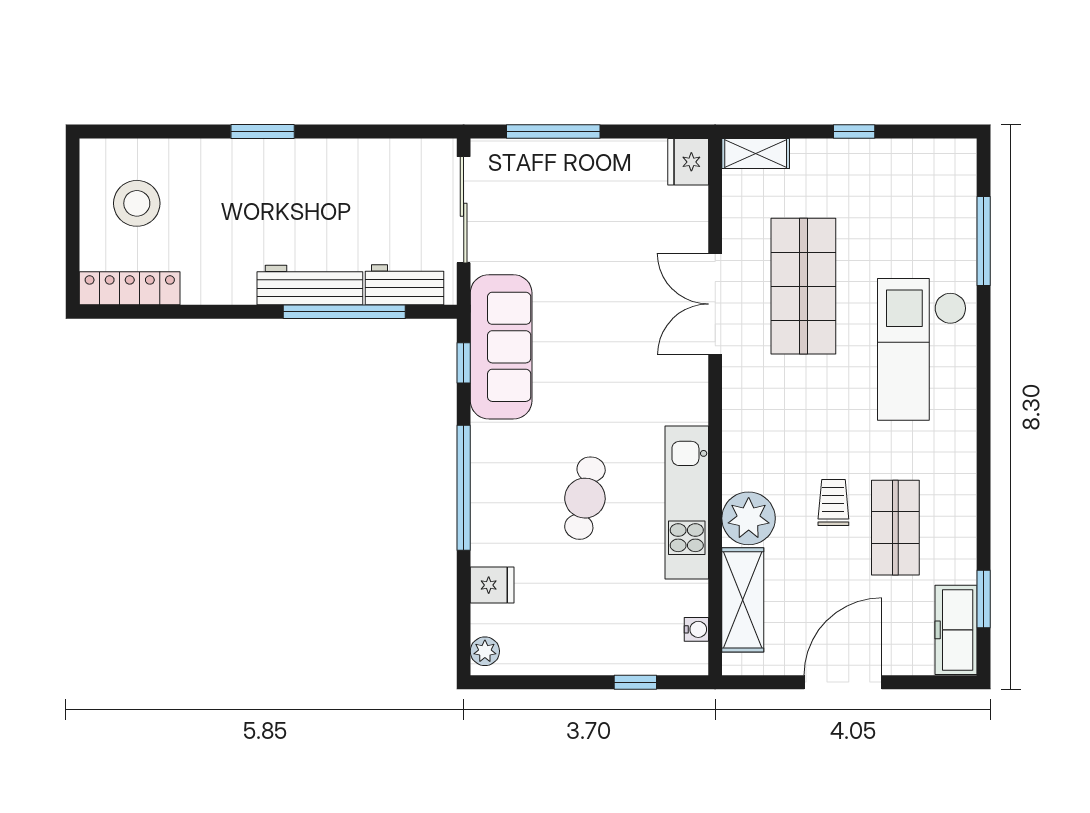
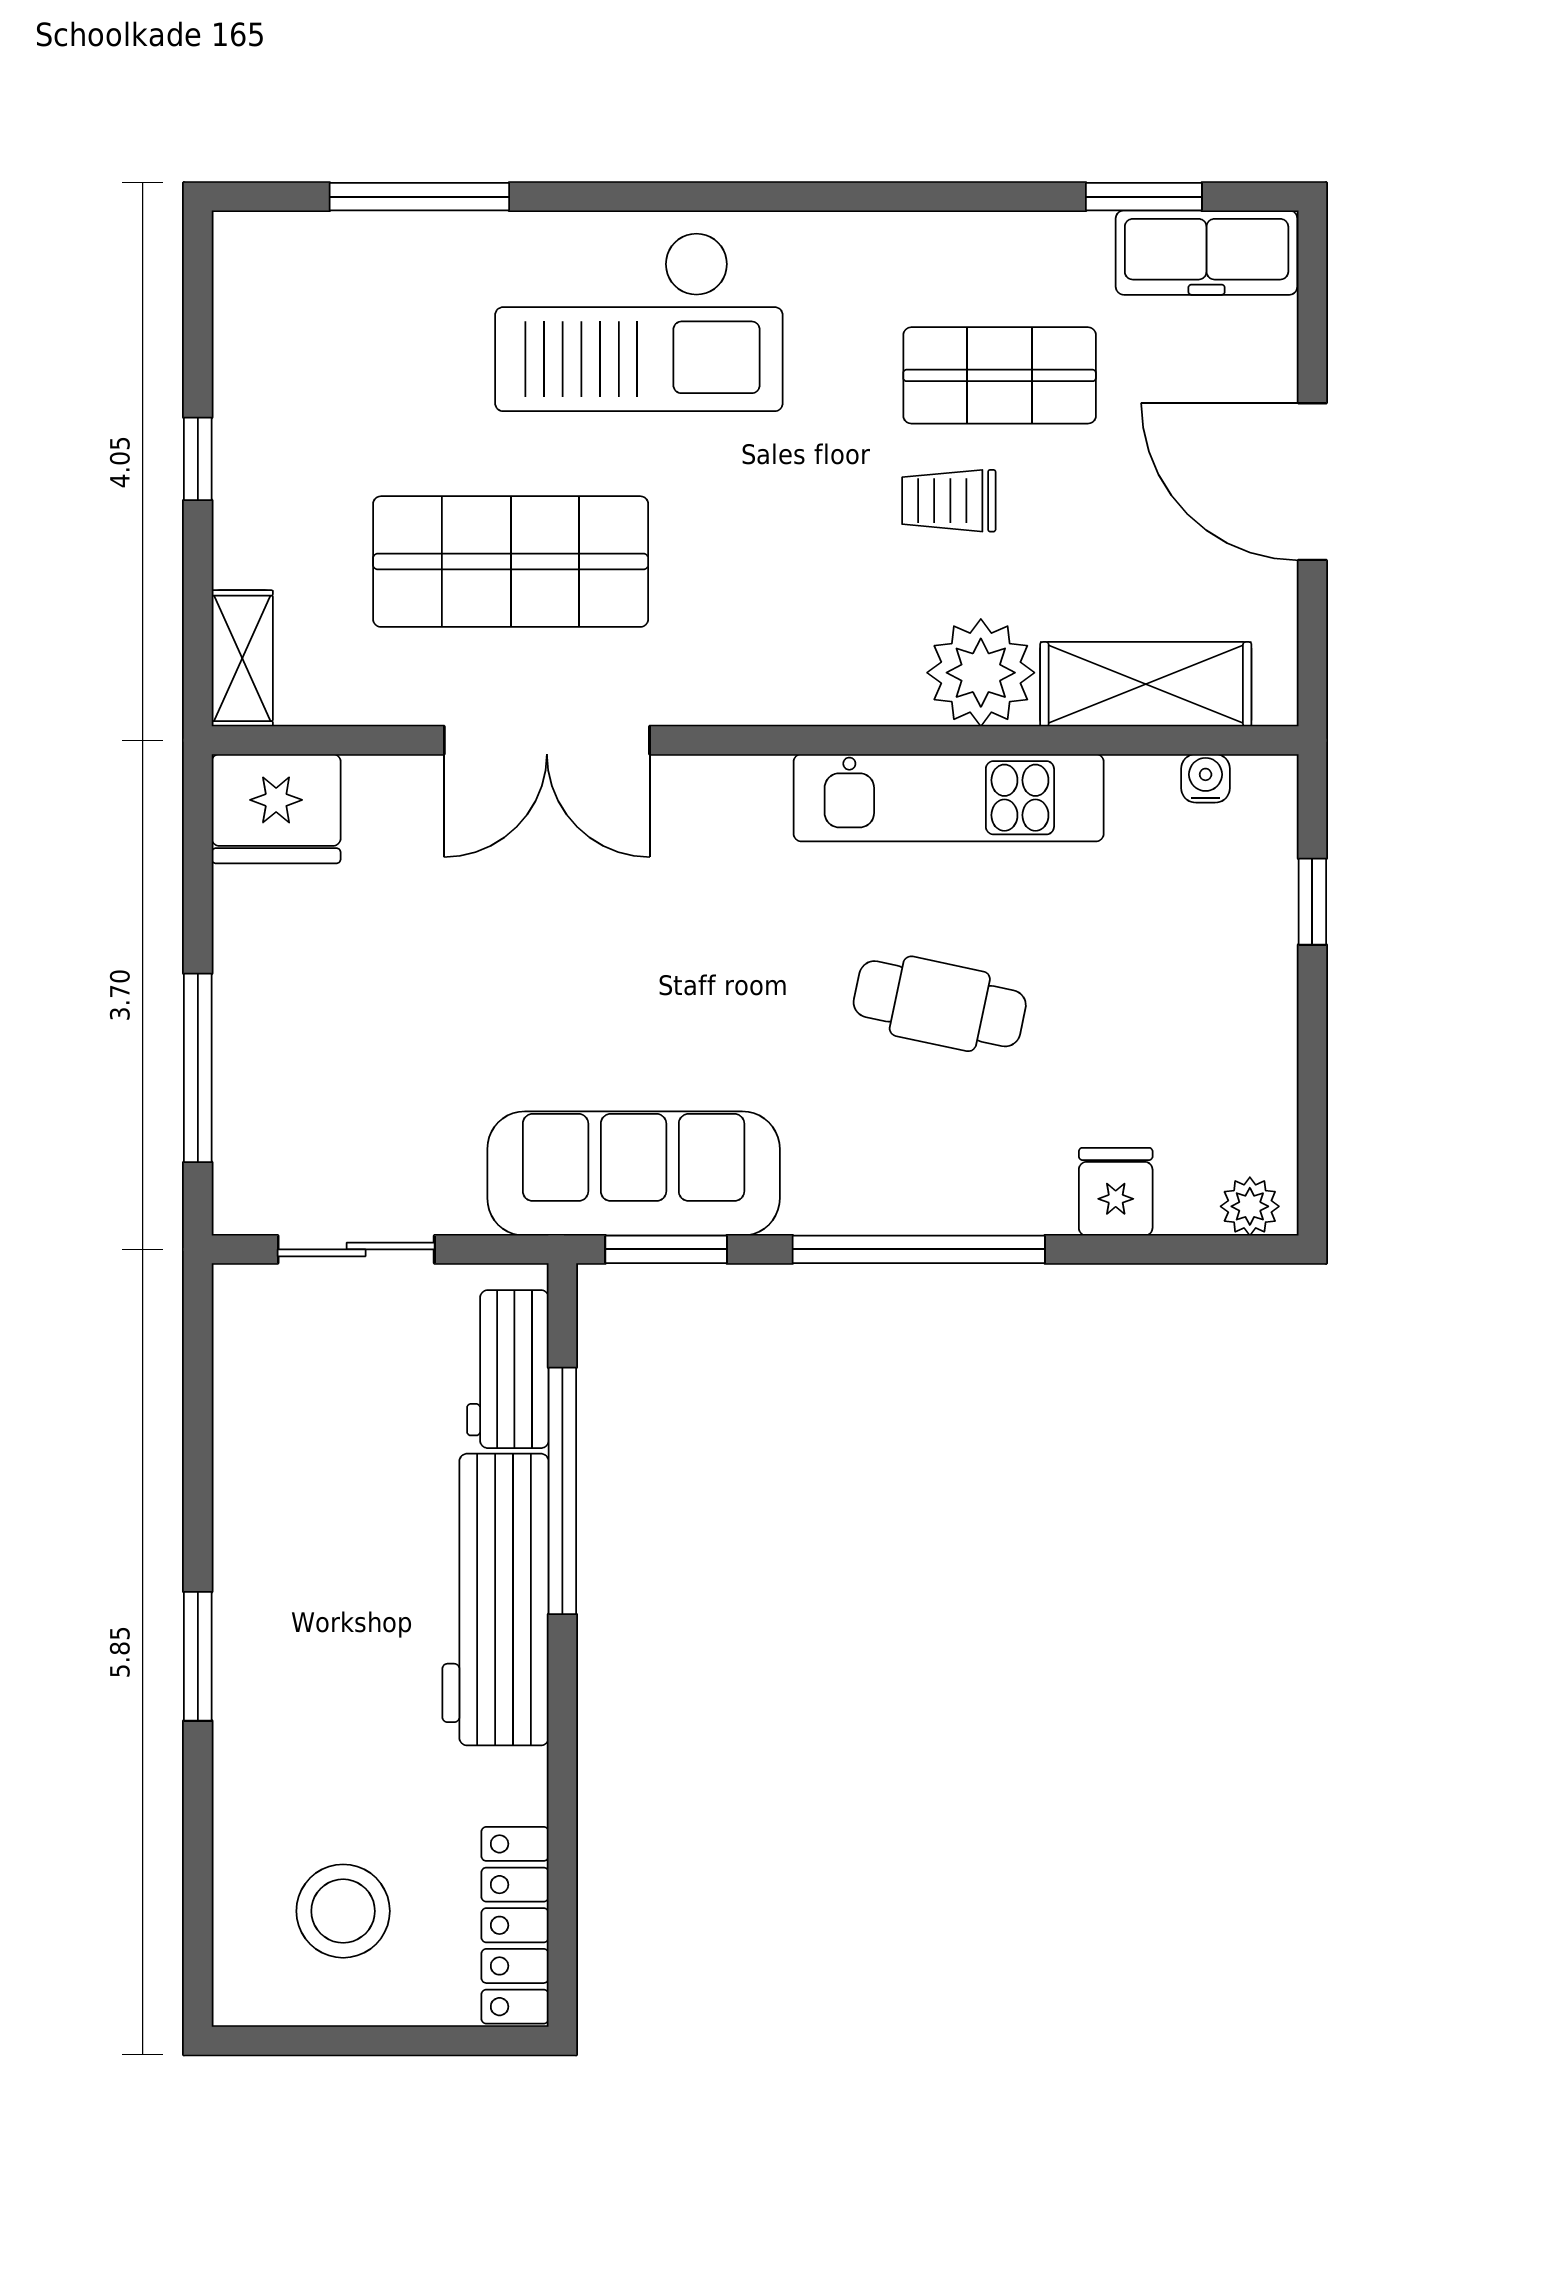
fridge: (688, 162) -> (276, 809), width x1.36, depth x1.34
sliding door: (464, 210) -> (356, 1249), width x0.73
workbench: (310, 285) -> (496, 1600), width x1.36, depth x1.32
window: (464, 363) -> (666, 1249), width x1.50

